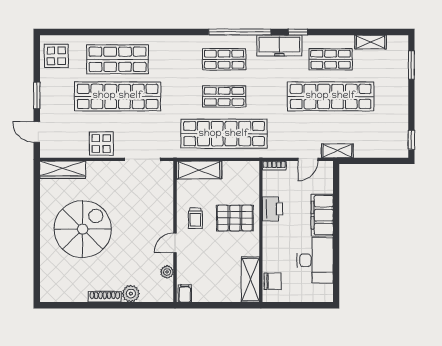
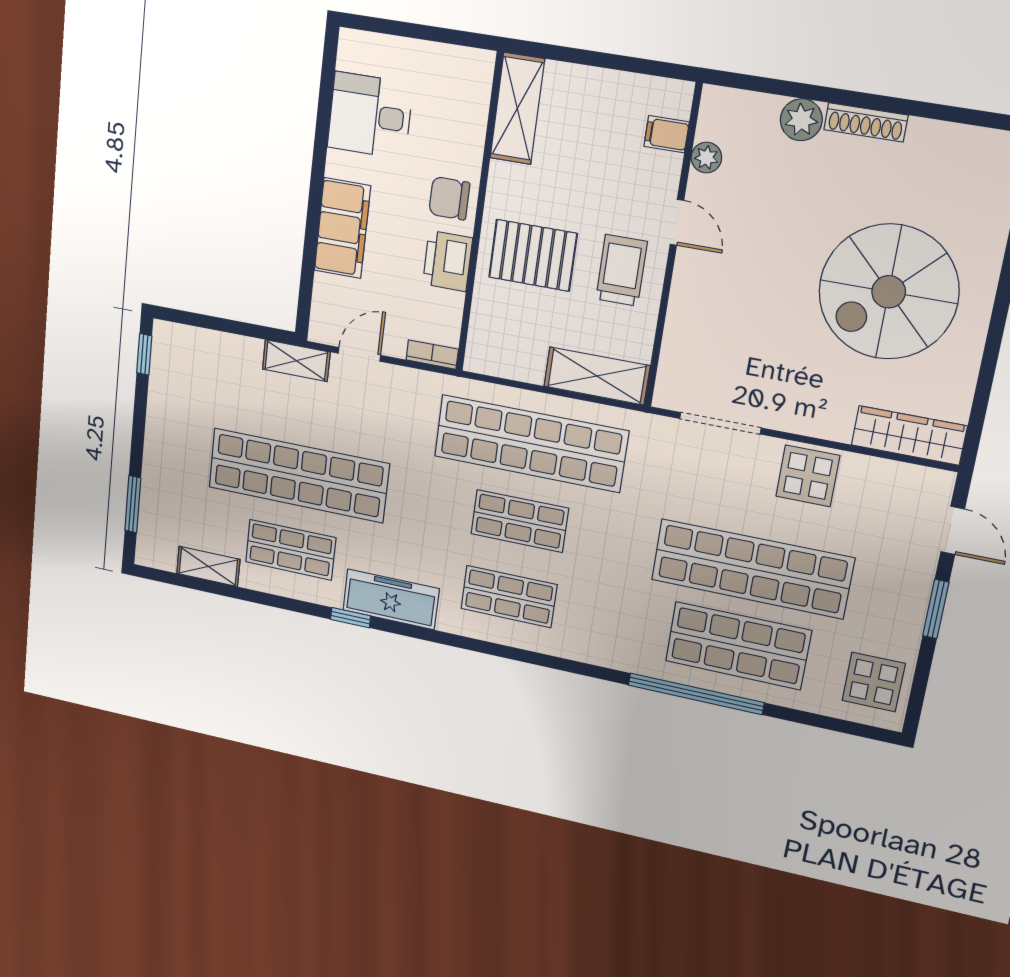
window: (240, 32) -> (696, 694), moved
trolley: (195, 218) -> (621, 270), width x1.36, depth x1.39
door: (175, 243) -> (677, 222), hinge flipped
desk: (315, 260) -> (370, 116), width x0.73
chair: (273, 281) -> (449, 198), moved
filing cabinet: (185, 293) -> (666, 134), moved, turned 90

